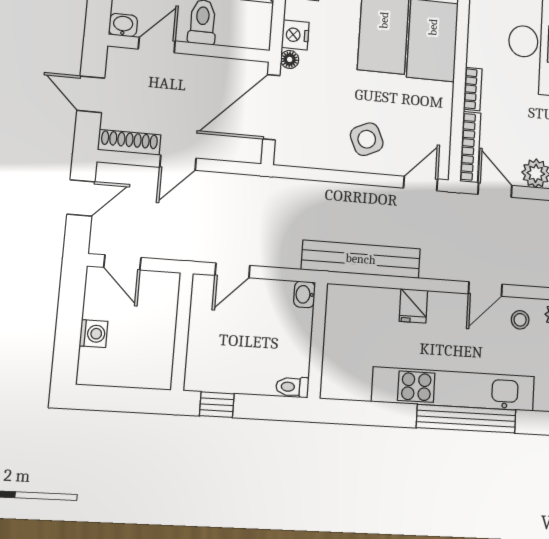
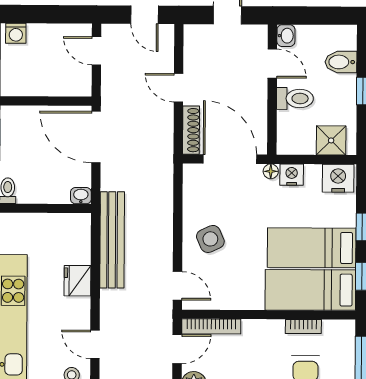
bookcase: (473, 89) -> (303, 326), moved
shoe rack: (129, 142) -> (191, 130), moved
door: (122, 262) -> (96, 51), hinge flipped
door: (233, 270) -> (96, 137), width x1.87
fridge: (413, 306) -> (77, 281), width x1.38
washing machine: (94, 334) -> (16, 33), moved

